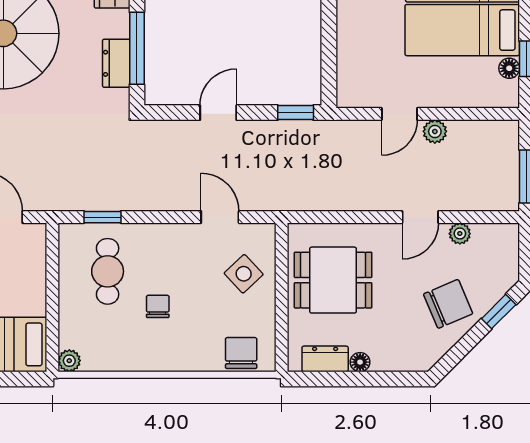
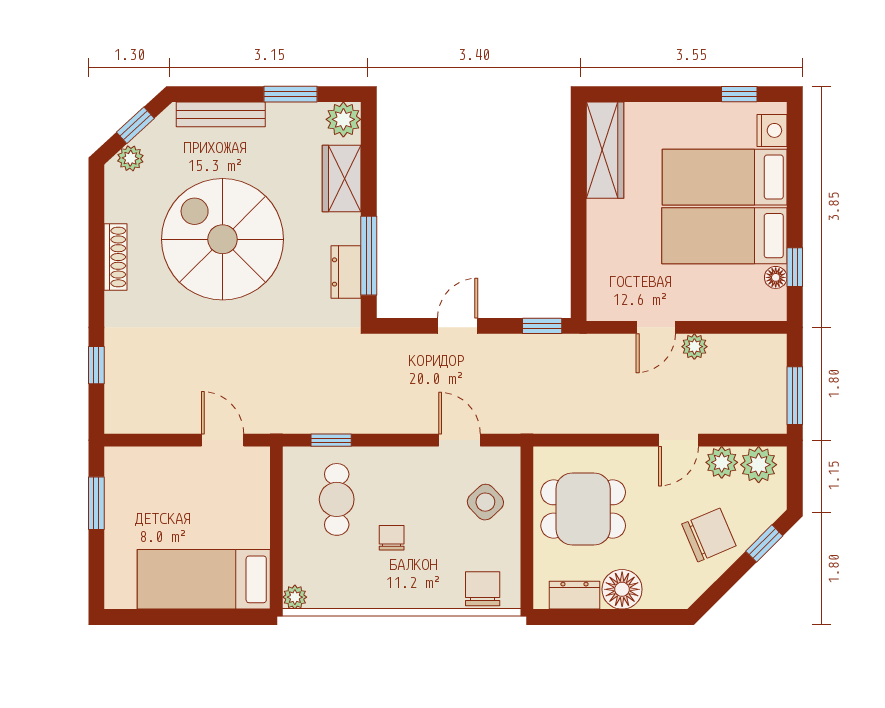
plant: (460, 234) -> (722, 462), width x1.38, depth x1.38
plant: (494, 240) -> (759, 465), added
floor lamp: (360, 362) -> (622, 589), width x1.89, depth x1.89

